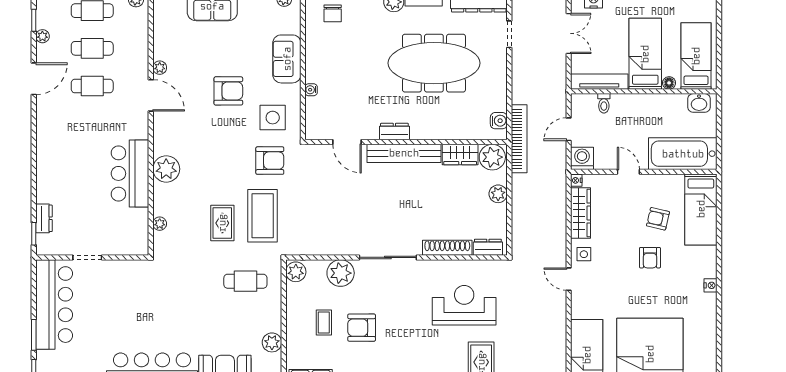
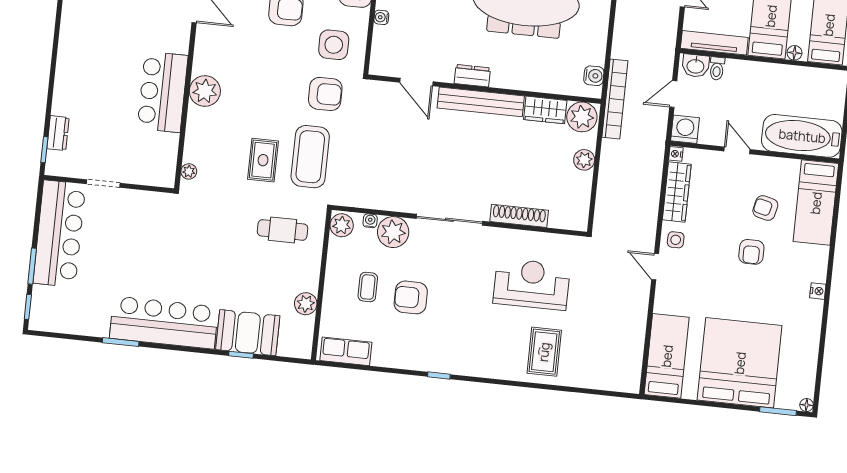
washbasin: (699, 103) -> (696, 66), moved
plant: (160, 224) -> (189, 171), moved
dresser: (488, 247) -> (566, 220), removed
water cooler: (320, 265) -> (370, 221), added

